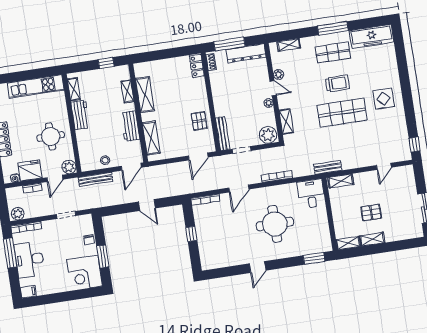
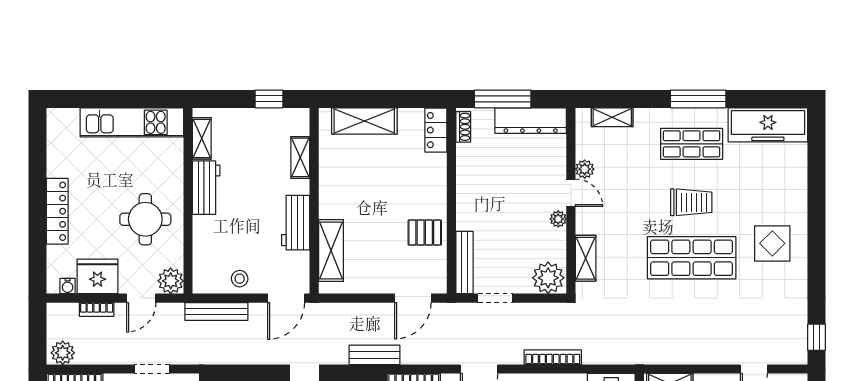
shelving: (145, 95) -> (364, 121), moved, turned 90
pallet: (199, 121) -> (425, 233), turned 90
bench: (328, 167) -> (374, 355), moved

